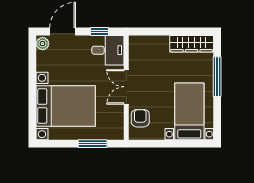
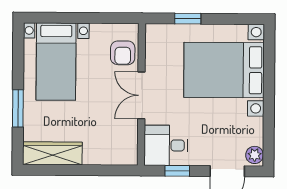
window: (217, 77) -> (18, 108), width x0.69
double door: (126, 87) -> (141, 95), swing flipped
window: (93, 144) -> (188, 19), width x0.67

